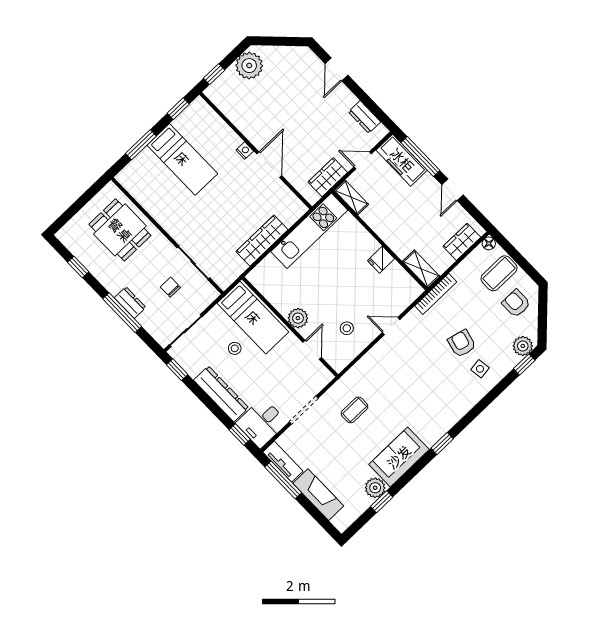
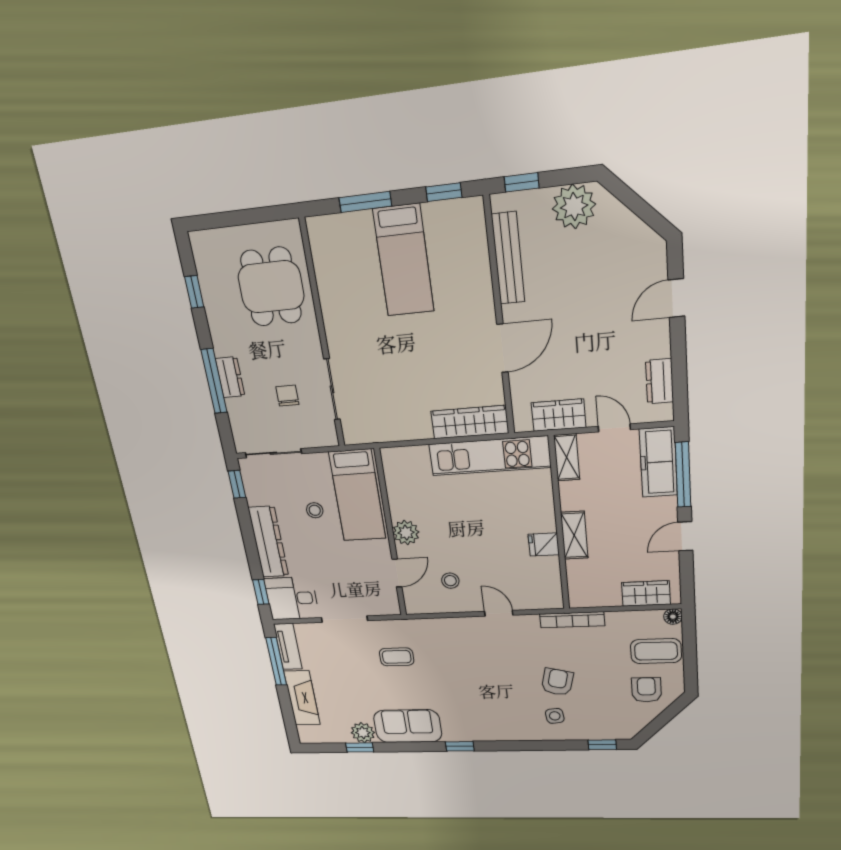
bench: (236, 116) -> (508, 258), added
nightstand: (245, 151) -> (486, 309), removed
wardrobe: (262, 241) -> (470, 422), moved
shelving: (421, 269) -> (574, 535), moved
plant: (523, 346) -> (616, 729), removed

